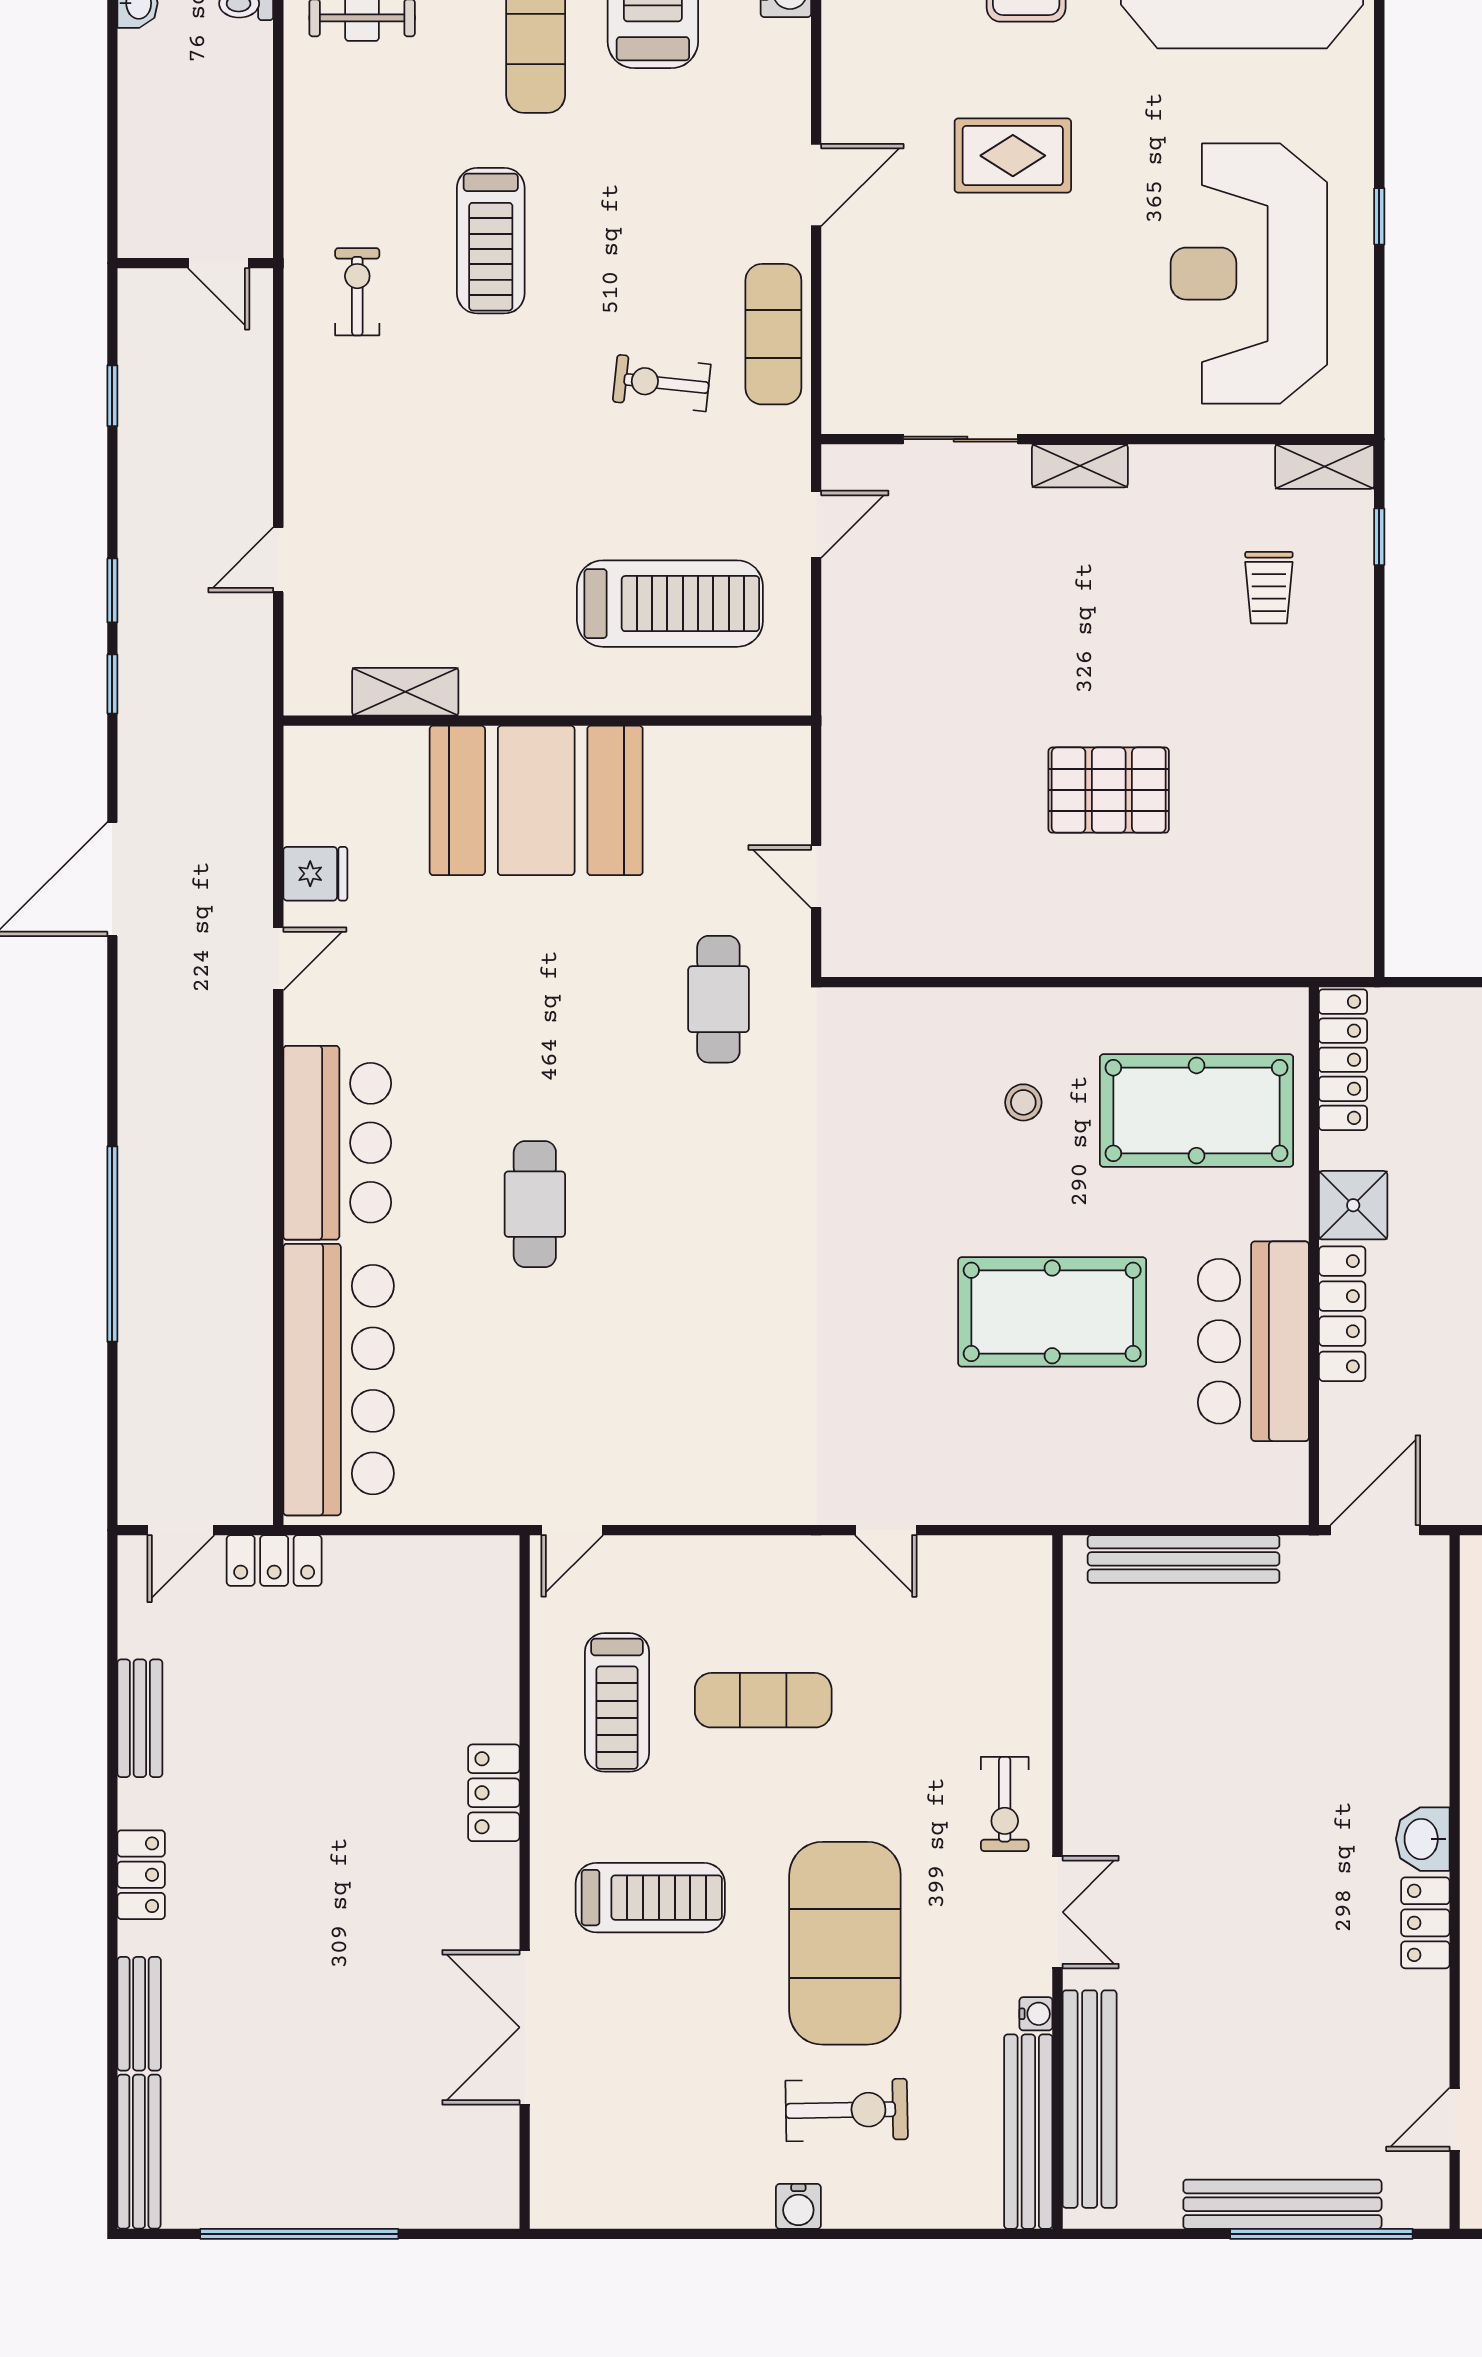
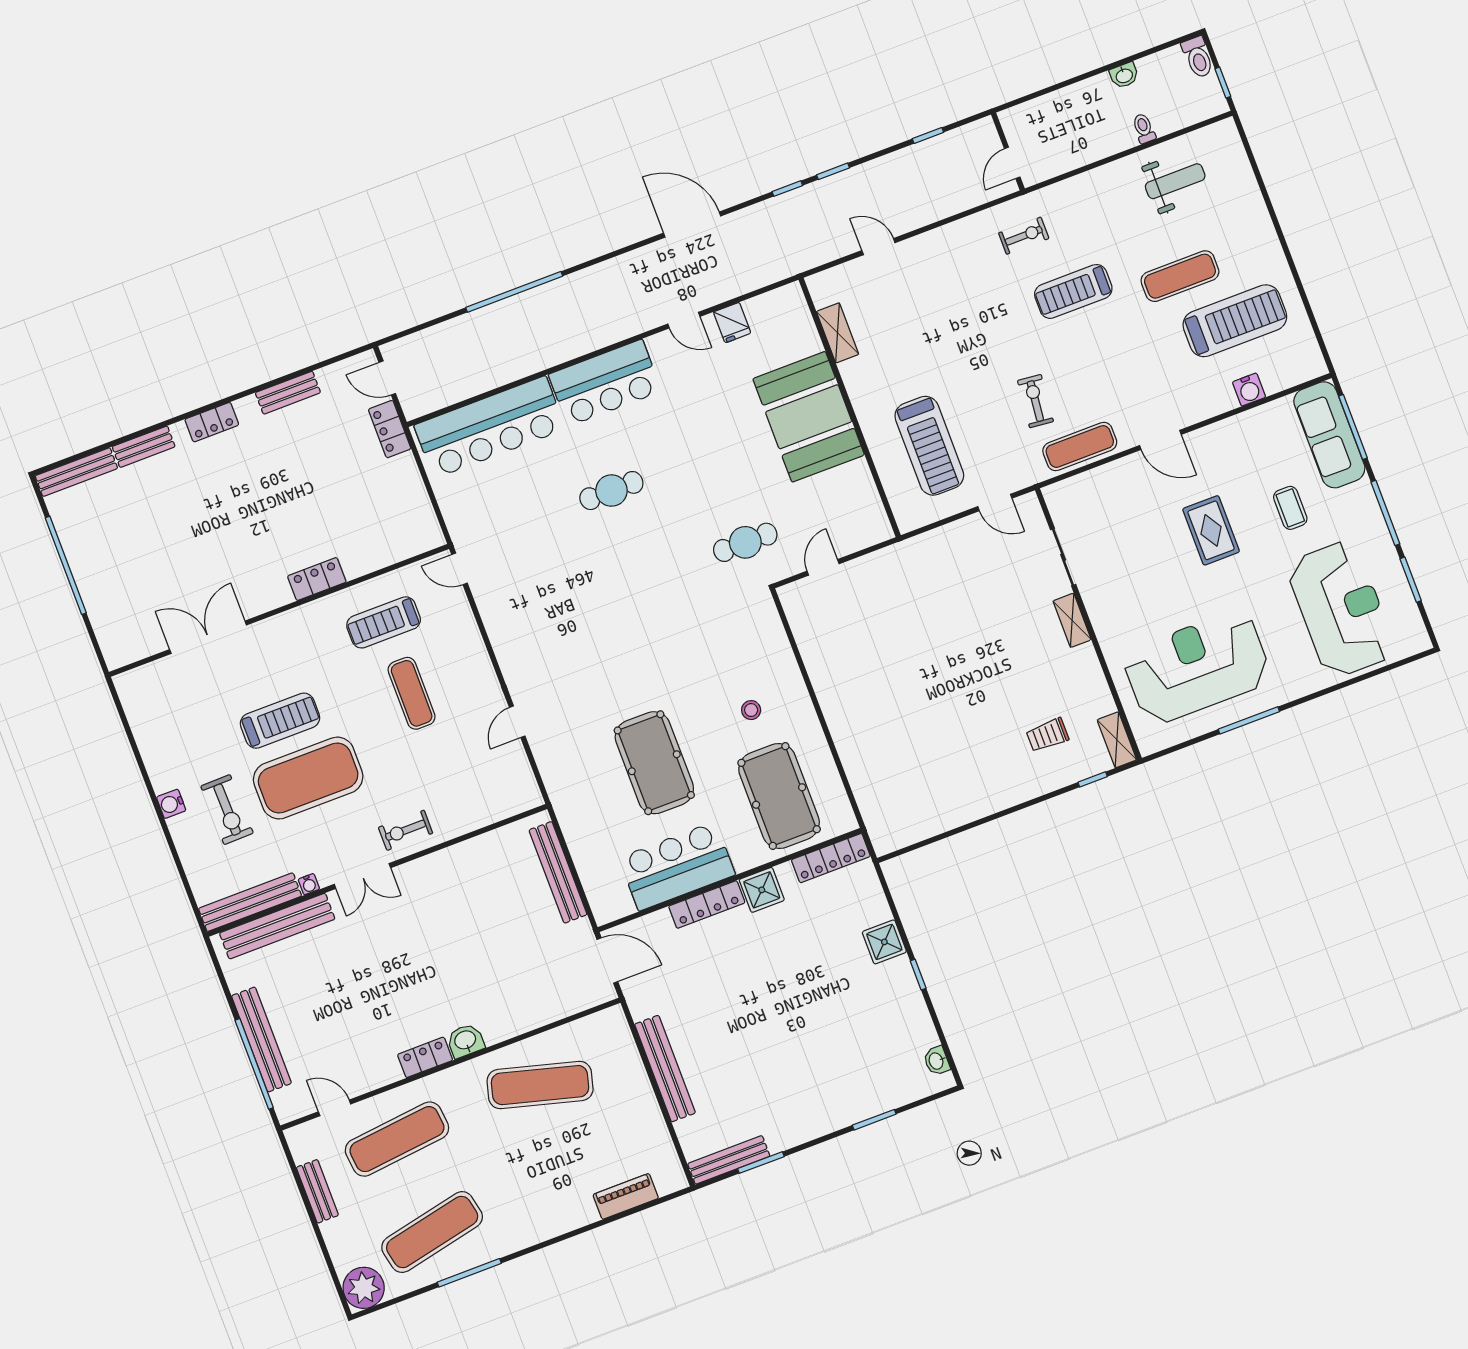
window: (1379, 216) -> (1249, 720), width x2.17
pallet: (1109, 790) -> (919, 694), removed
treadmill: (650, 1898) -> (280, 721), moved, turned -90

